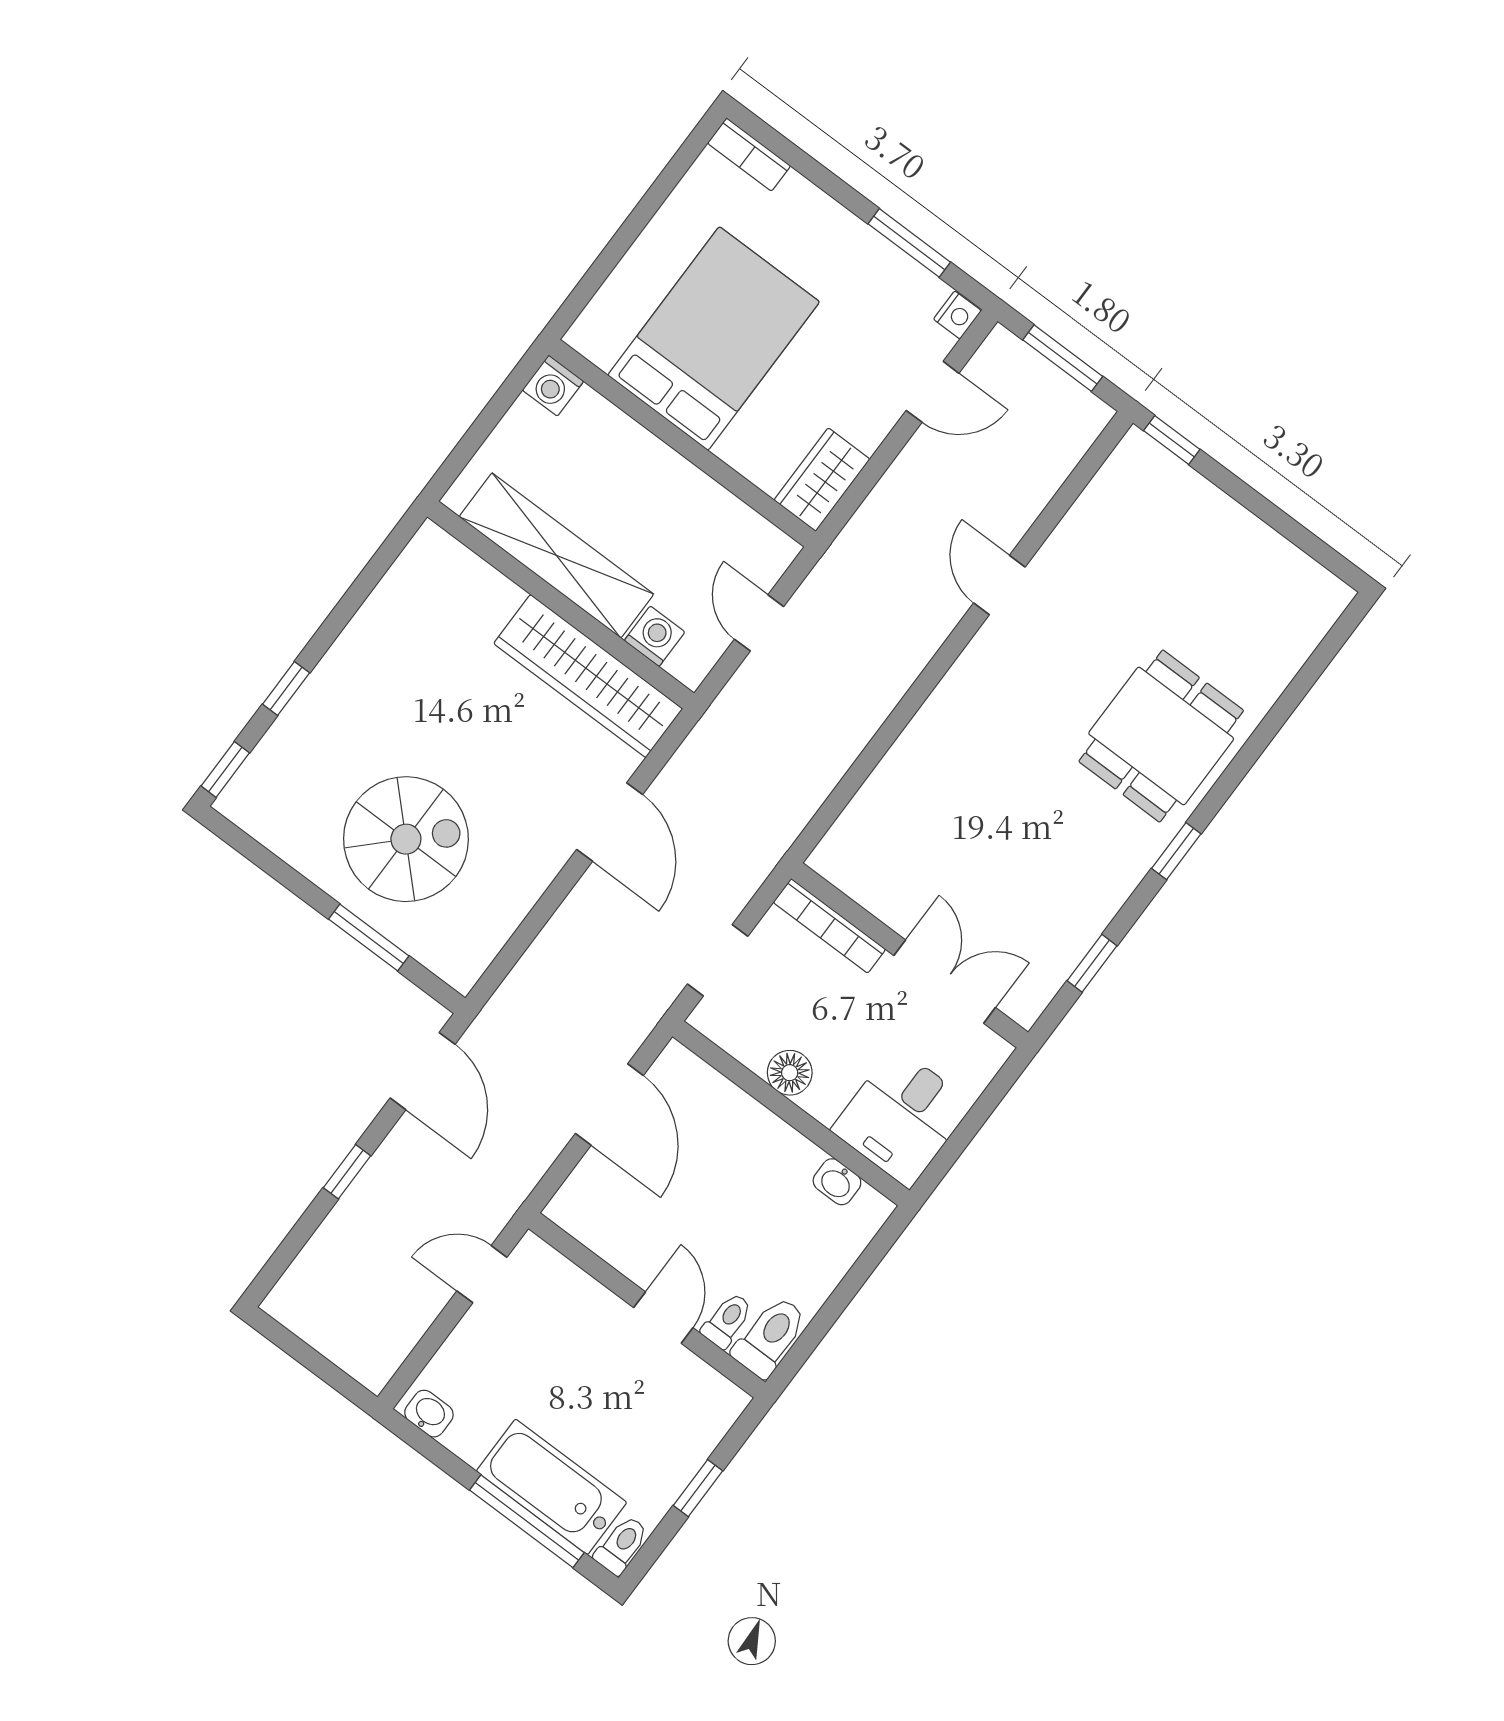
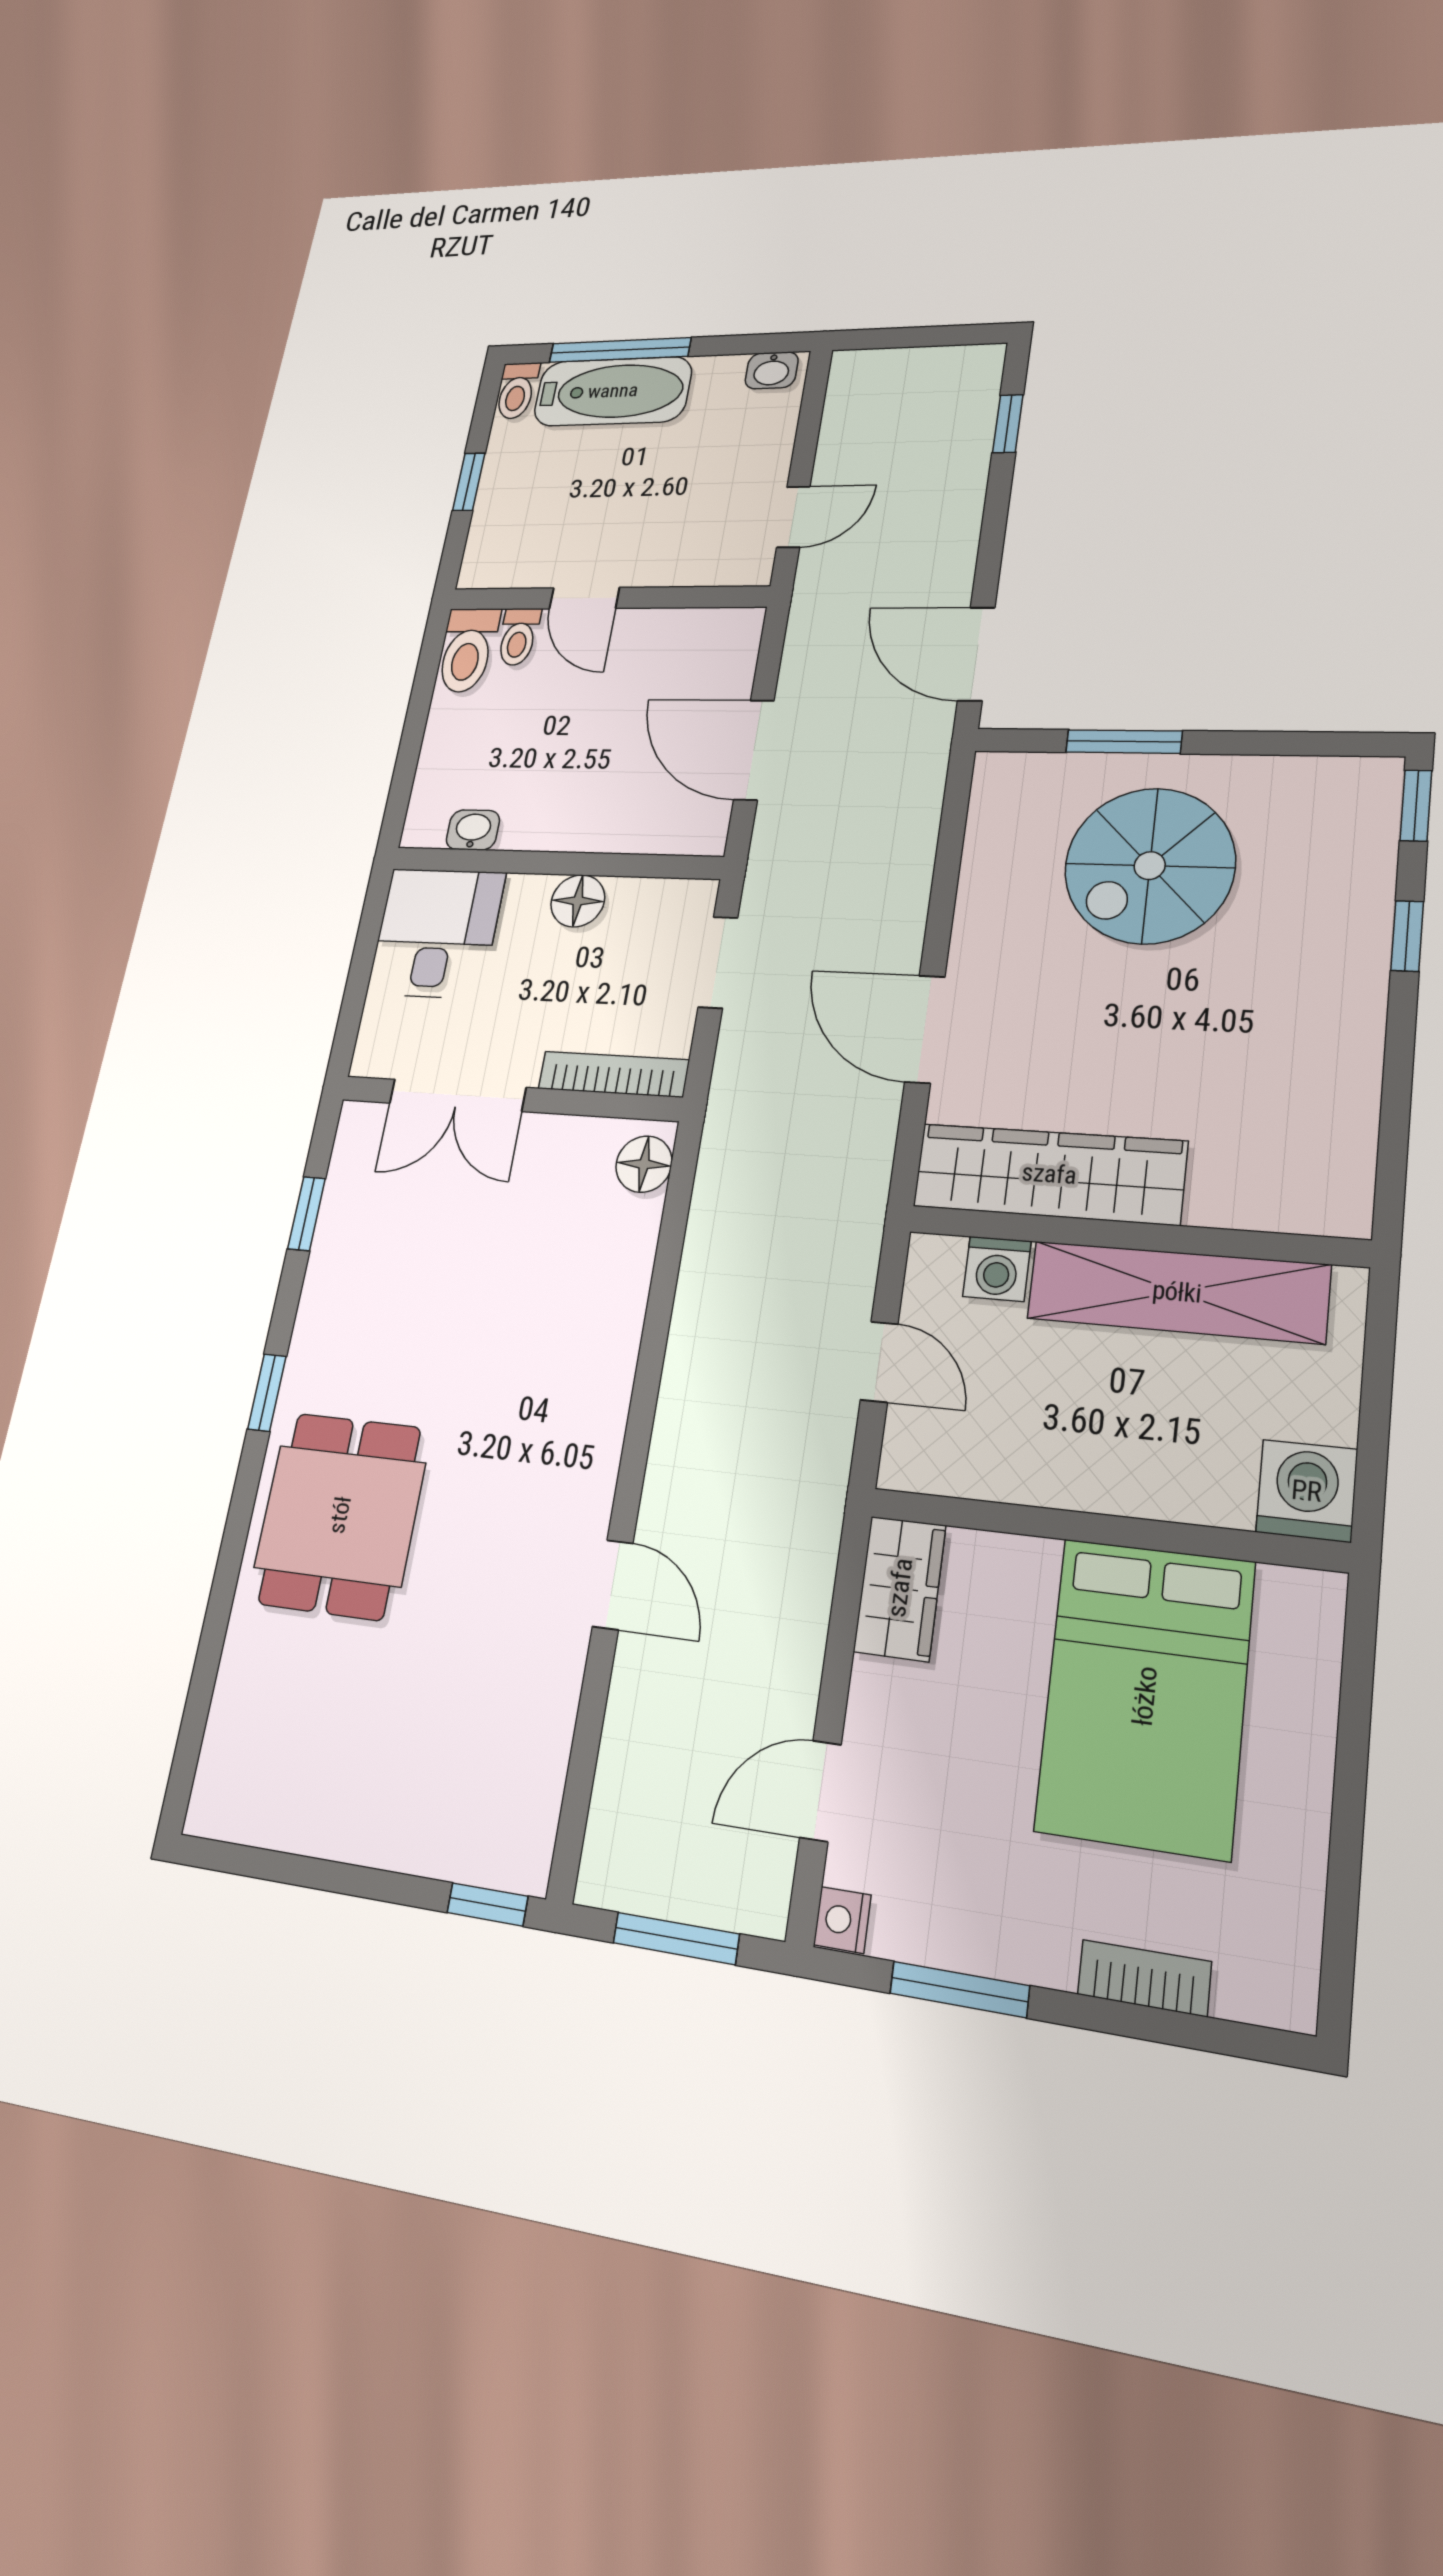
bookcase: (749, 155) -> (1144, 1978), moved
washing machine: (553, 386) -> (1307, 1491), width x1.38, depth x1.38
floor lamp: (841, 848) -> (644, 1164), added
window: (347, 1172) -> (1008, 424), moved

